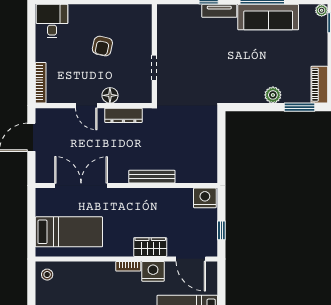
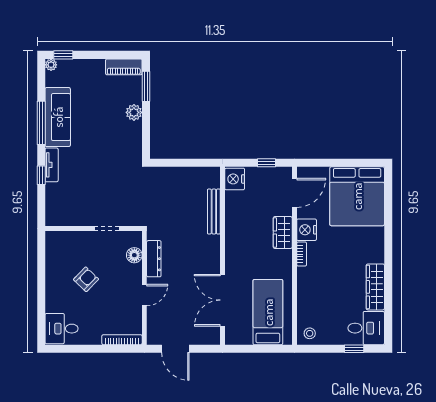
armchair: (102, 46) -> (86, 279), turned -58
floor lamp: (110, 95) -> (134, 255), moved
bench: (152, 177) -> (214, 212), moved

